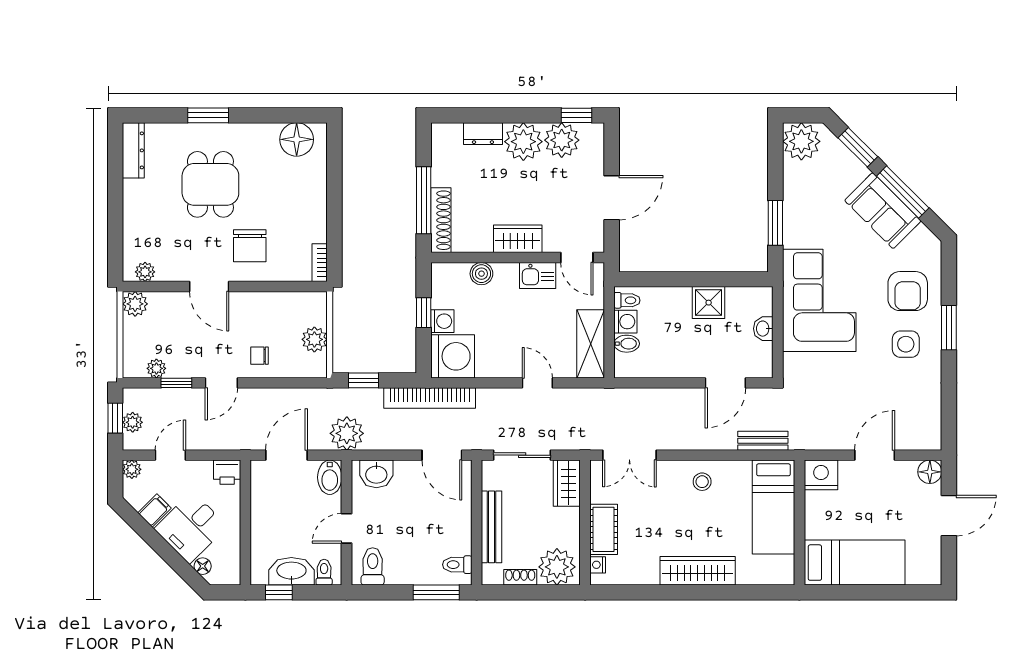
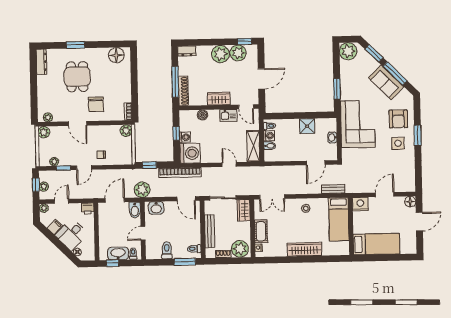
dresser: (483, 134) -> (187, 51), moved
plant: (314, 339) -> (126, 131), moved
toilet: (373, 566) -> (167, 250), moved

